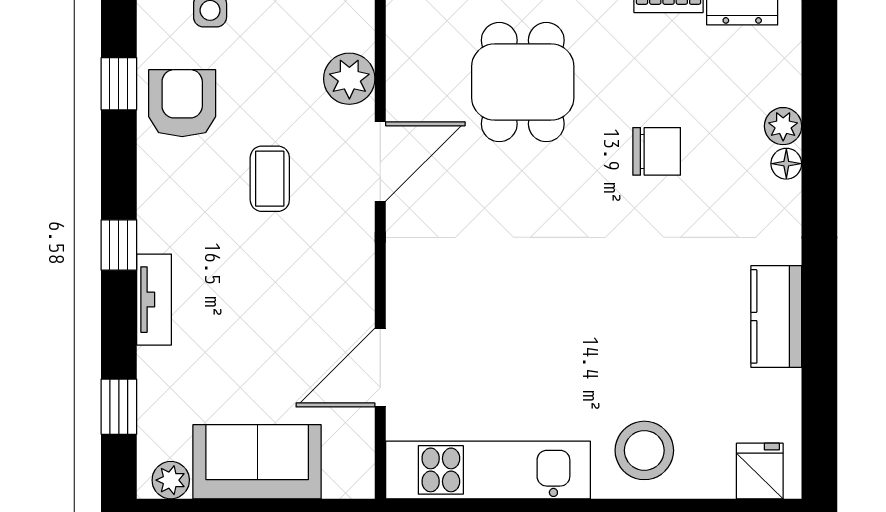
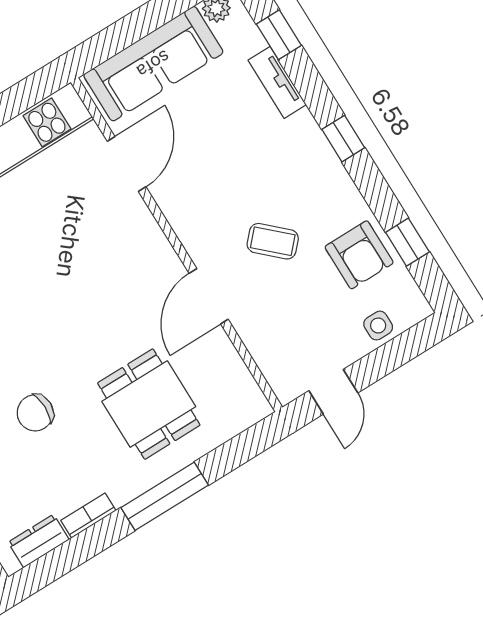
plant: (349, 79) -> (262, 337), removed
coffee table: (270, 179) -> (273, 241), turned -47
tv unit: (154, 300) -> (277, 82), moved
sofa: (257, 462) -> (153, 64), width x1.36

